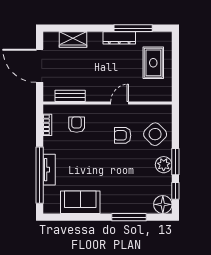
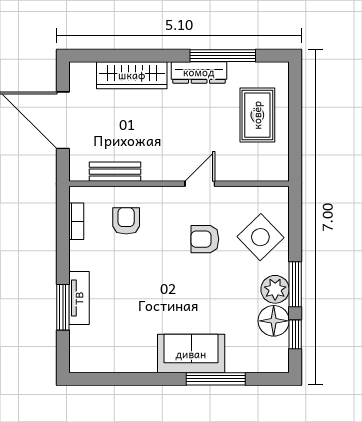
wardrobe: (73, 40) -> (132, 75), width x1.50
window: (40, 175) -> (63, 307), width x0.47
sofa: (80, 202) -> (191, 354), moved
floor lamp: (163, 204) -> (274, 321), moved

